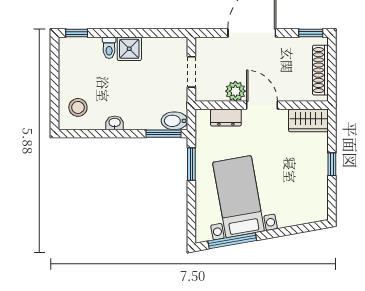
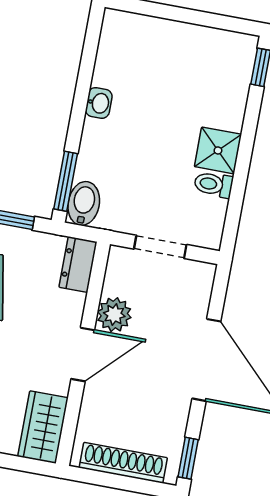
toilet: (109, 48) -> (213, 184), moved
stool: (78, 107) -> (136, 47), removed
dresser: (226, 118) -> (78, 265), moved

